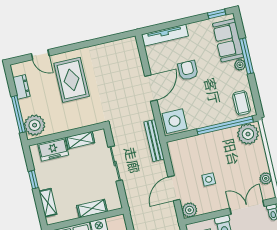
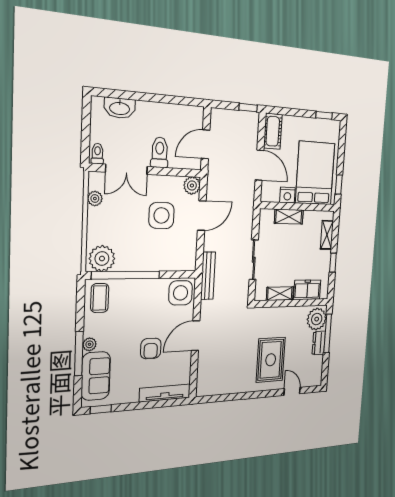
dresser: (21, 87) -> (319, 343), moved
side table: (209, 179) -> (161, 215), width x1.87, depth x1.87

